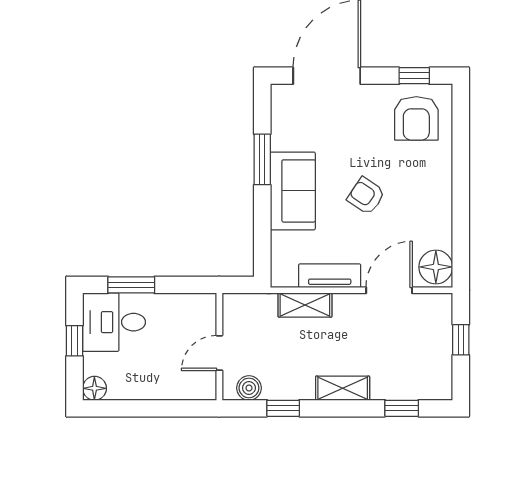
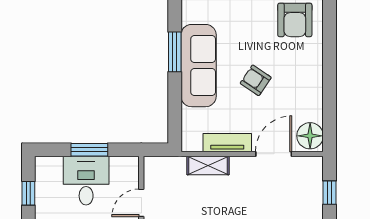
sofa: (293, 191) -> (199, 66), width x1.36
window: (131, 285) -> (89, 150), moved
desk: (114, 322) -> (86, 181), moved, turned 90

